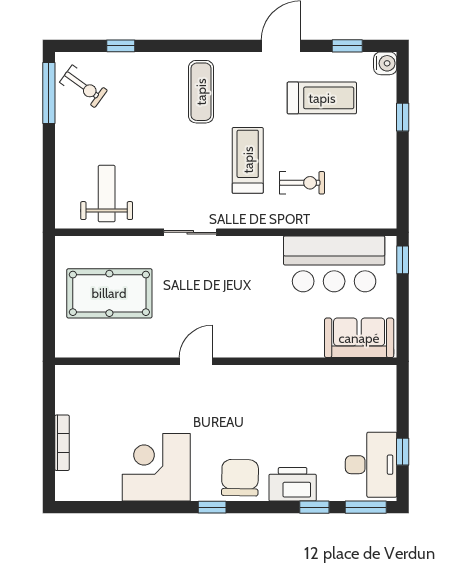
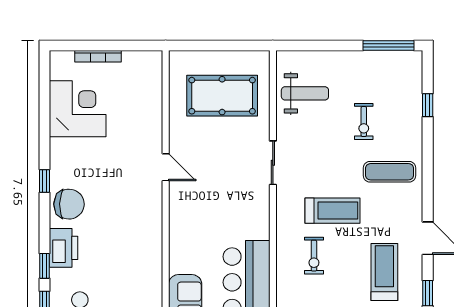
exercise bike: (83, 86) -> (364, 121), moved, turned -36
treadmill: (322, 98) -> (384, 272), turned 180
pool table: (109, 293) -> (222, 96), turned 90
corner desk: (156, 467) -> (78, 109), moved

